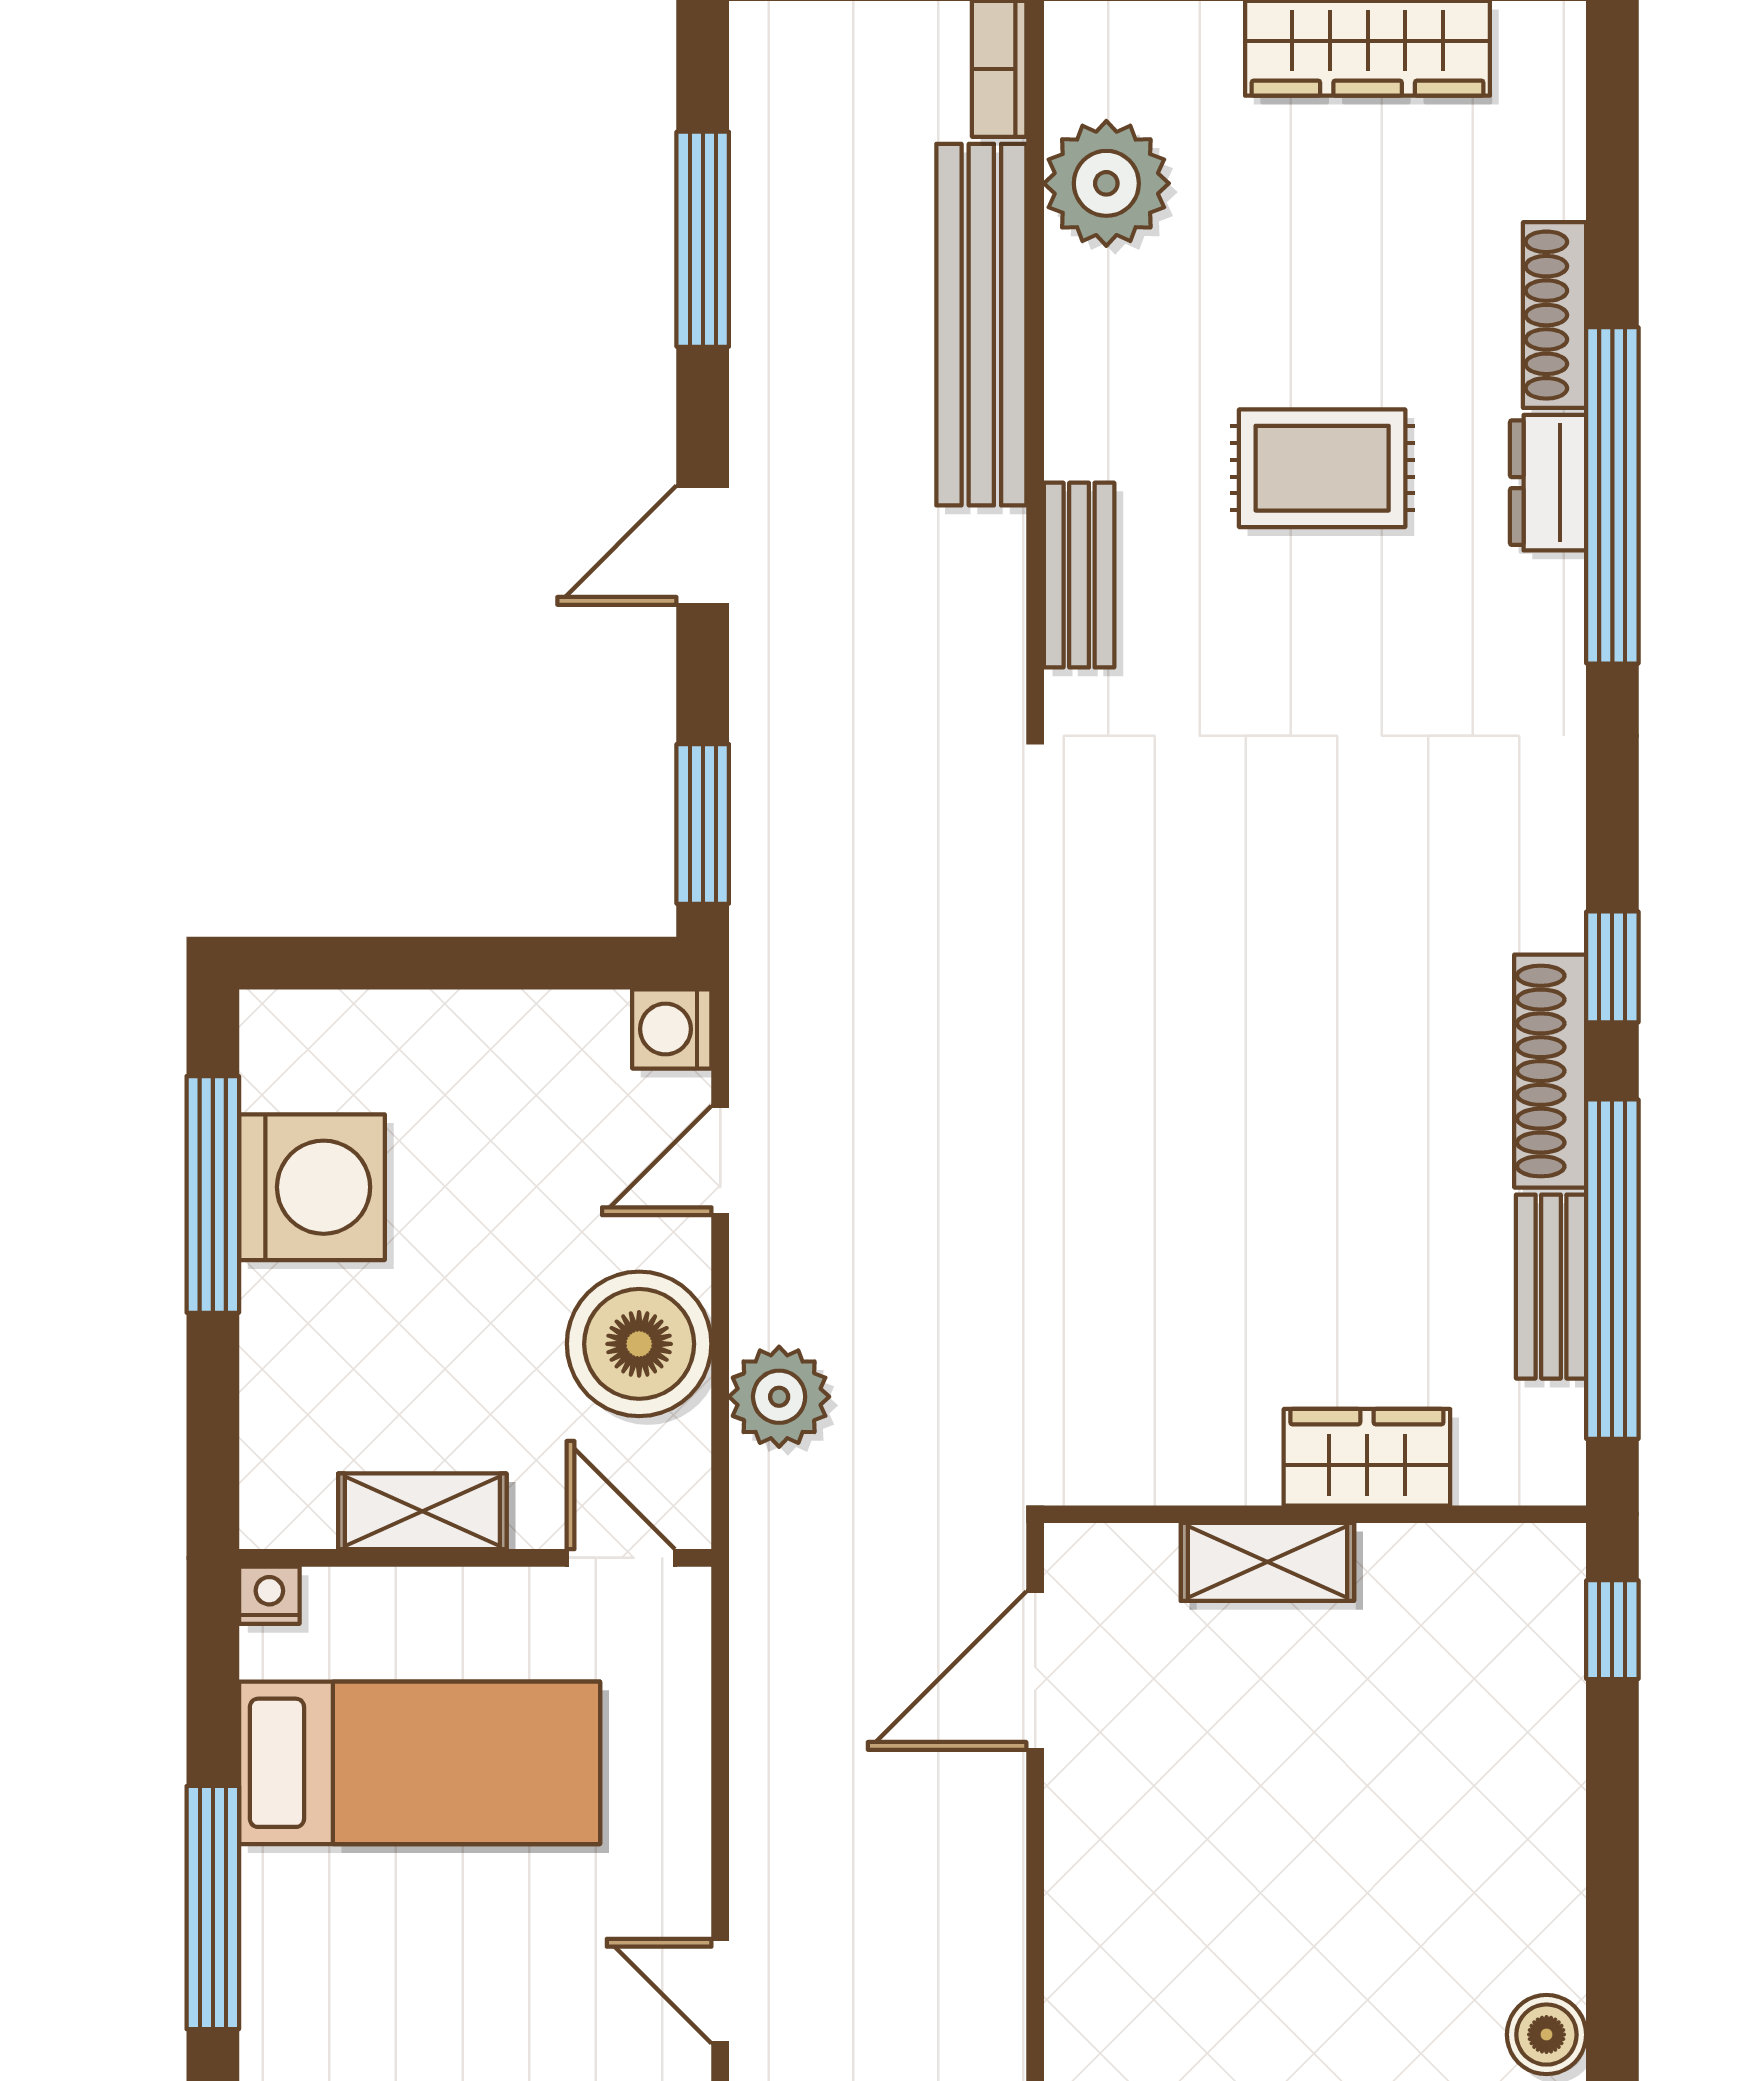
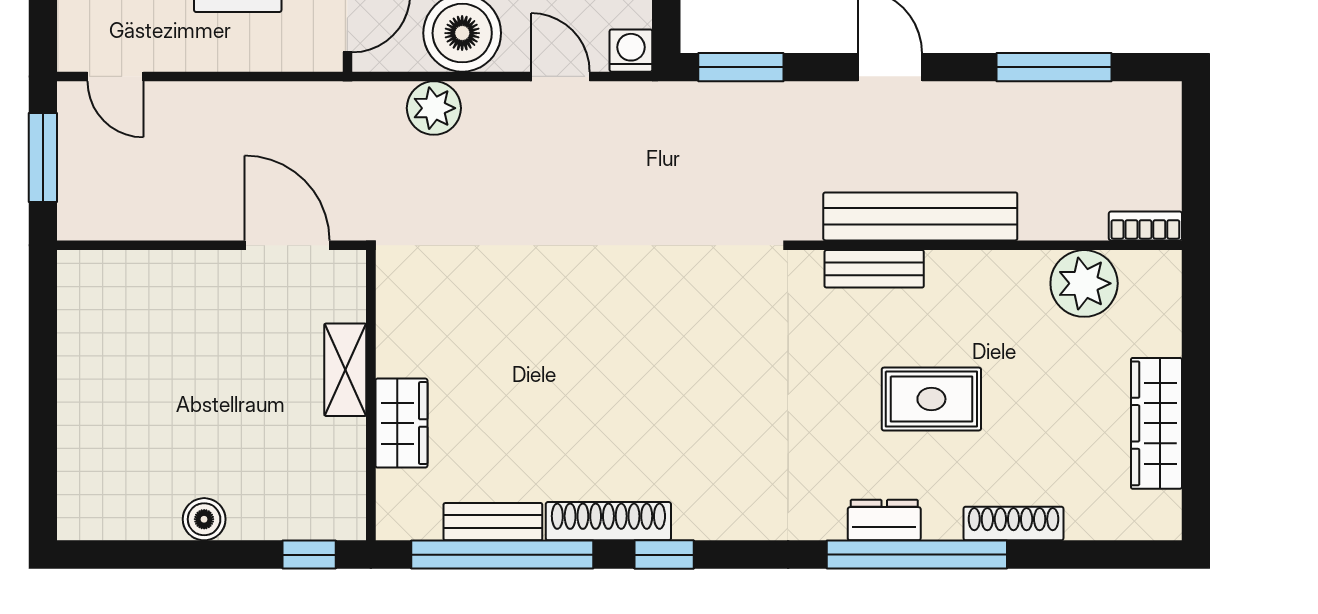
bench: (981, 325) -> (920, 216), moved
rug: (1322, 468) -> (931, 399), turned 90
dresser: (1548, 483) -> (884, 520), moved
door: (720, 1991) -> (115, 76), swing flipped
boiler: (1546, 2035) -> (204, 519), moved

